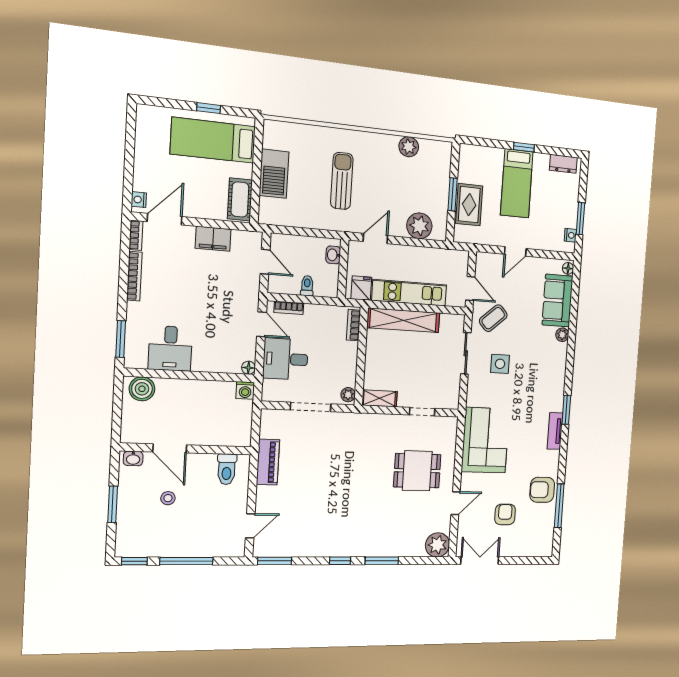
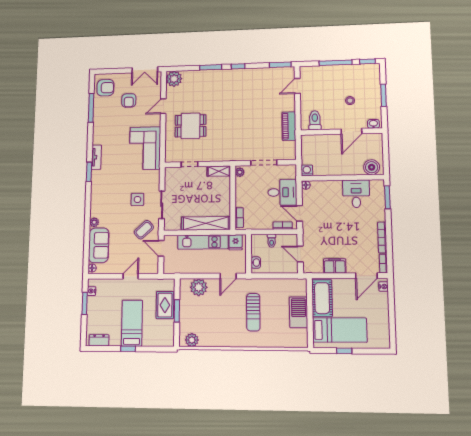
plant: (409, 147) -> (192, 340), moved
cot: (240, 199) -> (322, 298), width x1.37, depth x1.34
door: (170, 448) -> (351, 131), swing flipped
armchair: (542, 490) -> (105, 88), moved

